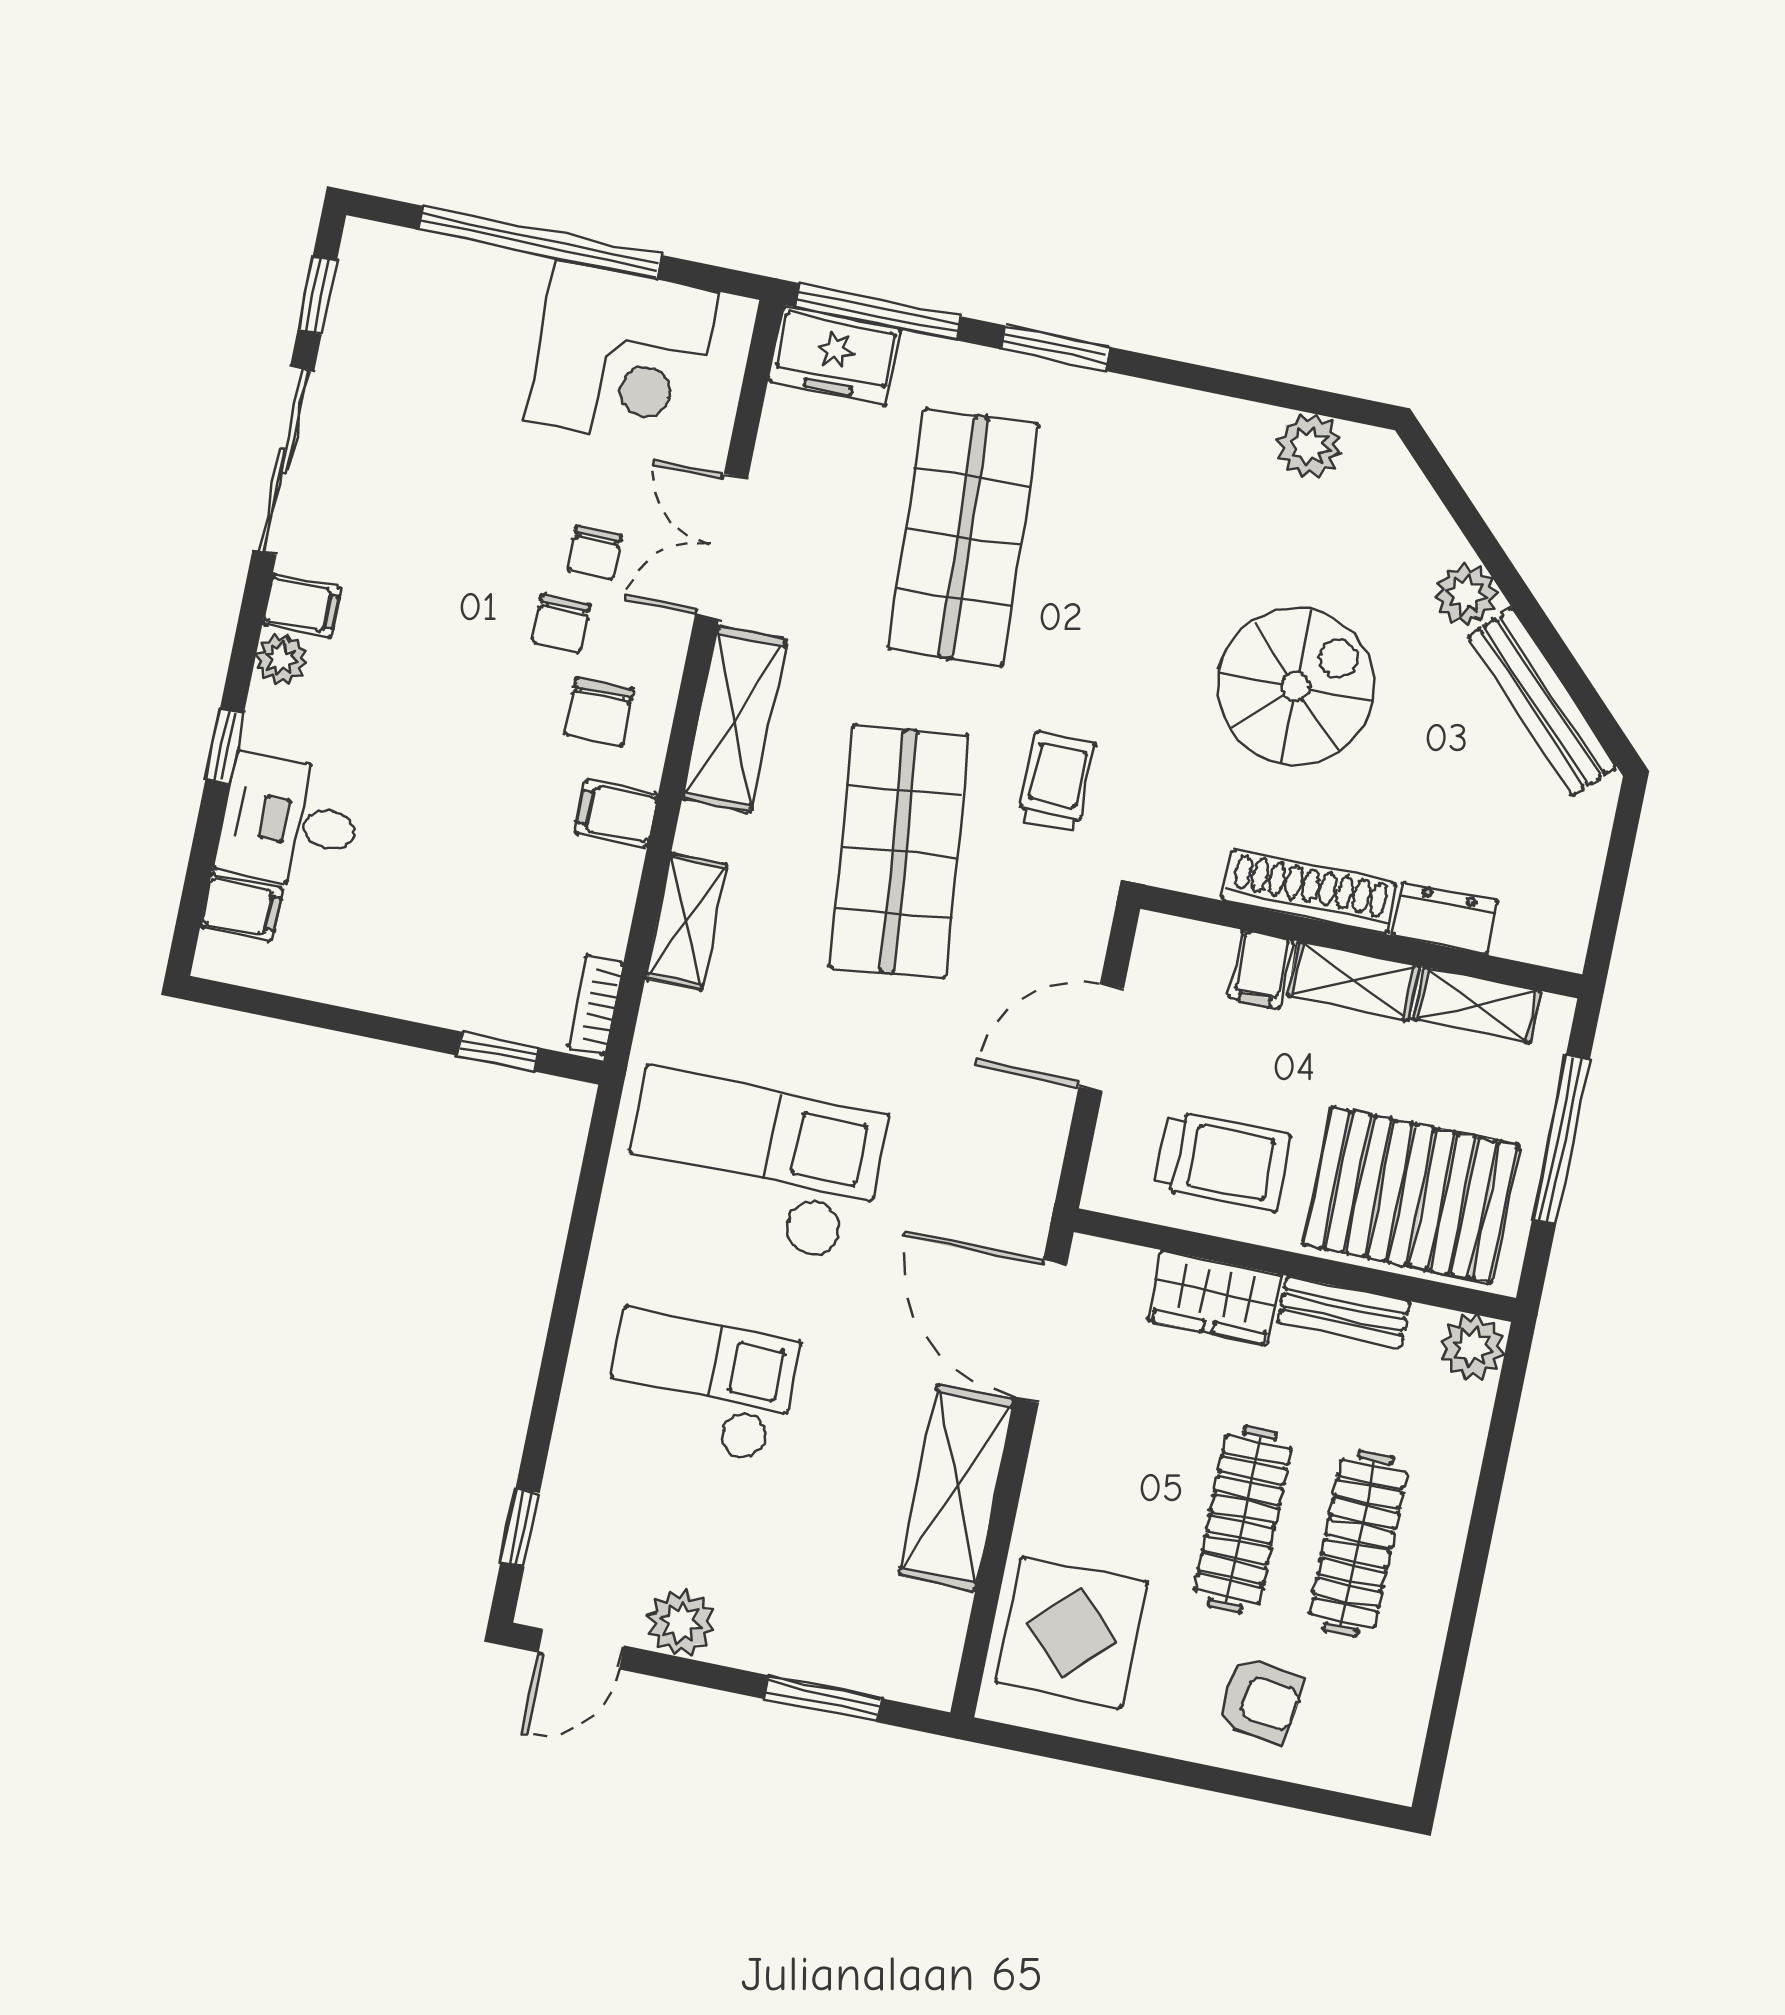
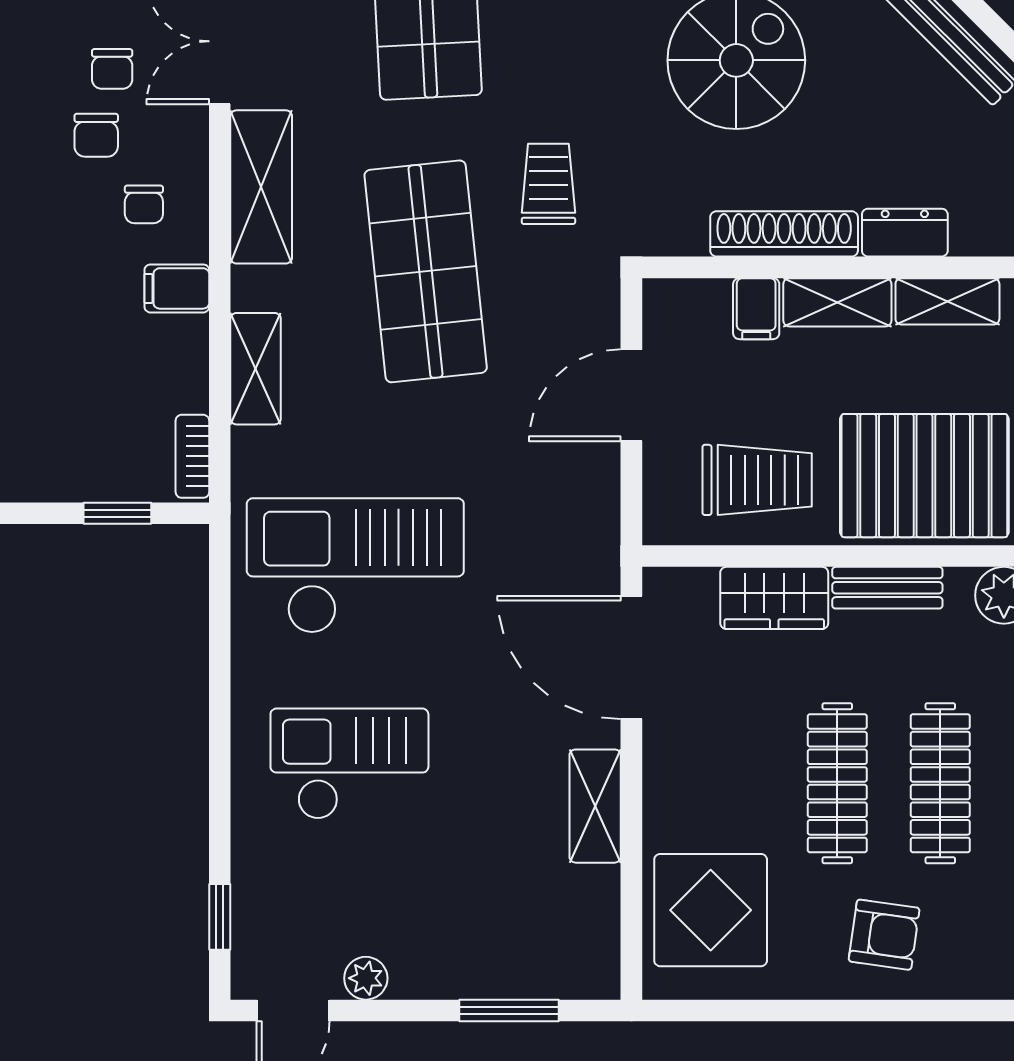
chair: (599, 712) -> (144, 204), width x0.73, depth x0.73
shelving: (957, 1488) -> (595, 806), width x0.67, depth x0.75
plant: (680, 1622) -> (366, 978), width x0.73, depth x0.73

